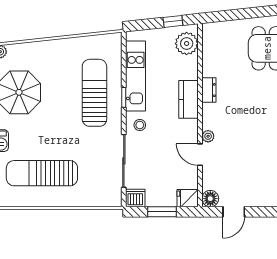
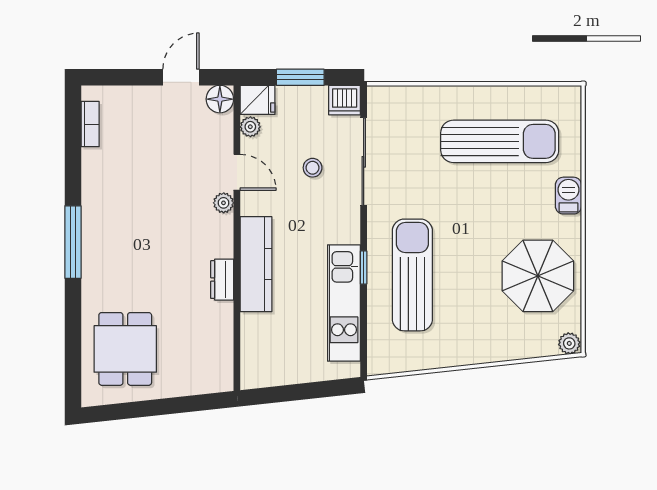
window: (173, 21) -> (282, 394), removed
plant: (187, 44) -> (250, 127), moved, width x0.53, depth x0.53
sun lounger: (94, 93) -> (412, 275), turned 180
kitchen counter: (189, 99) -> (256, 264), width x1.50
stool: (140, 125) -> (313, 168), moved

